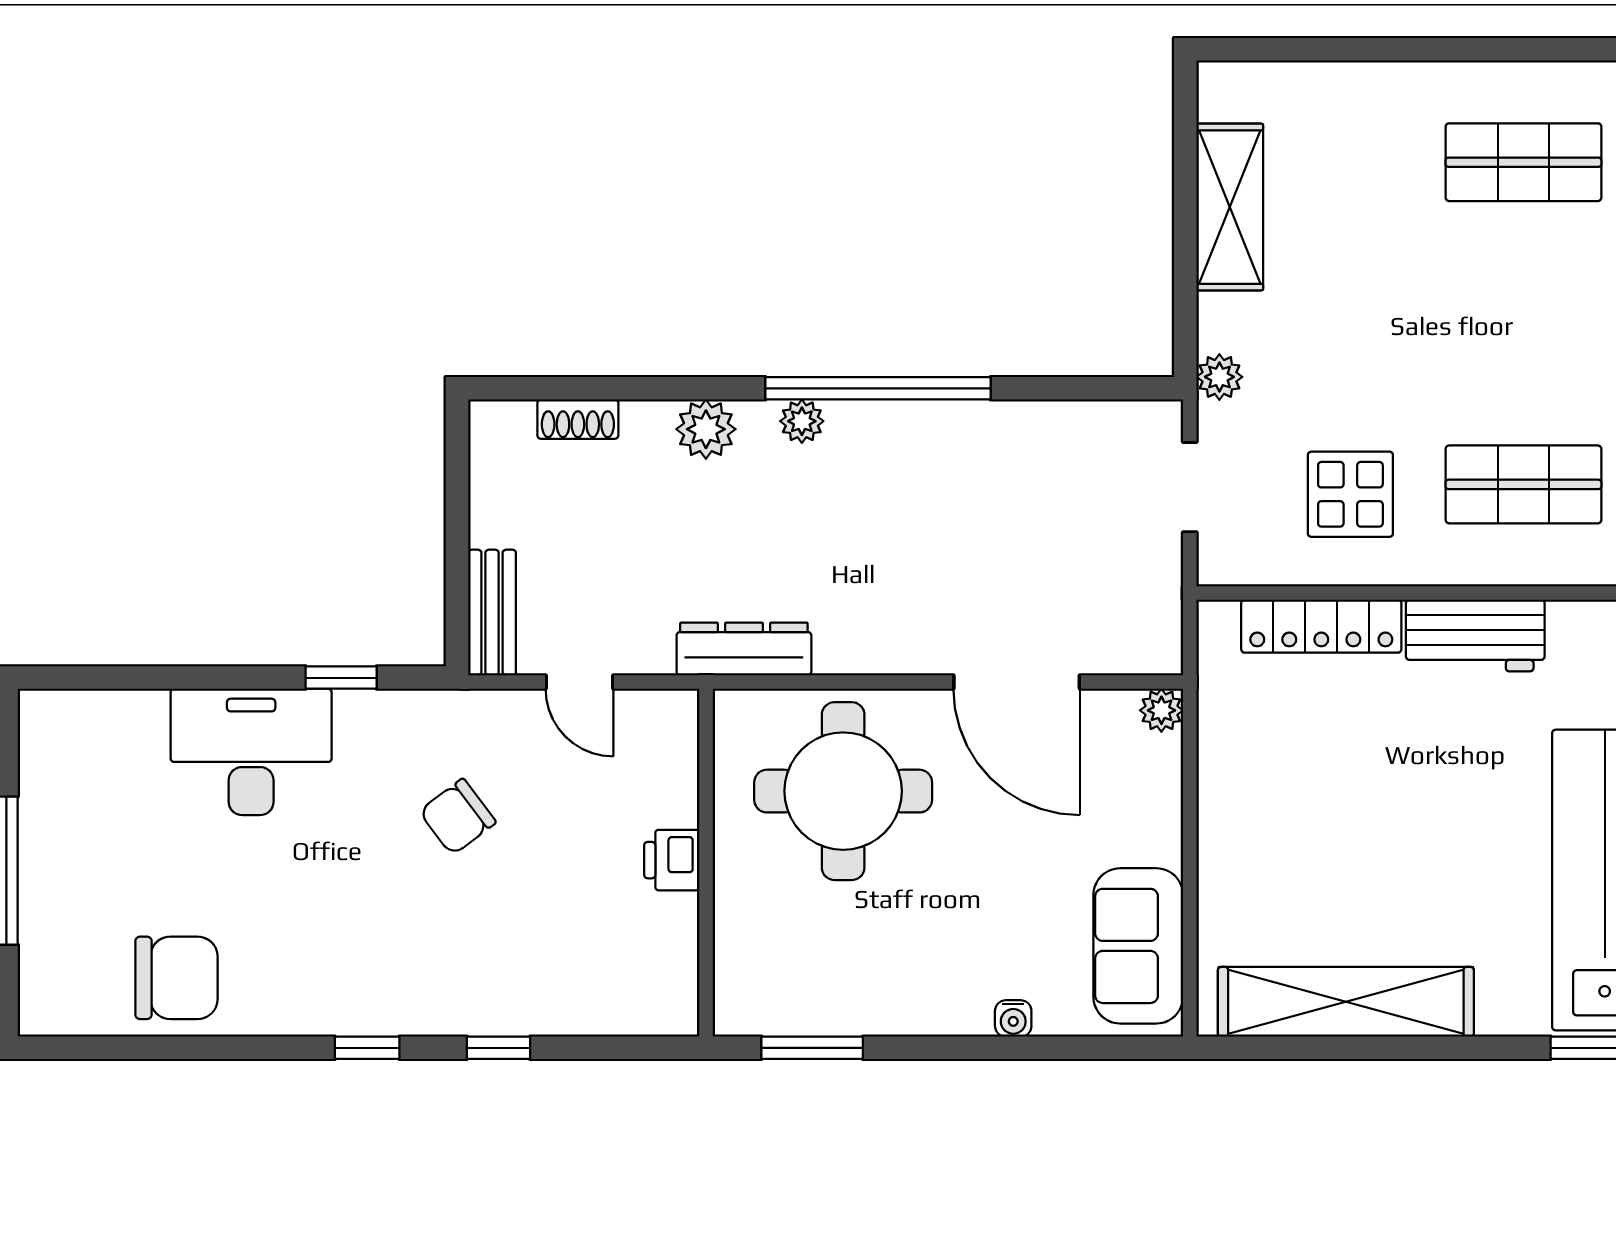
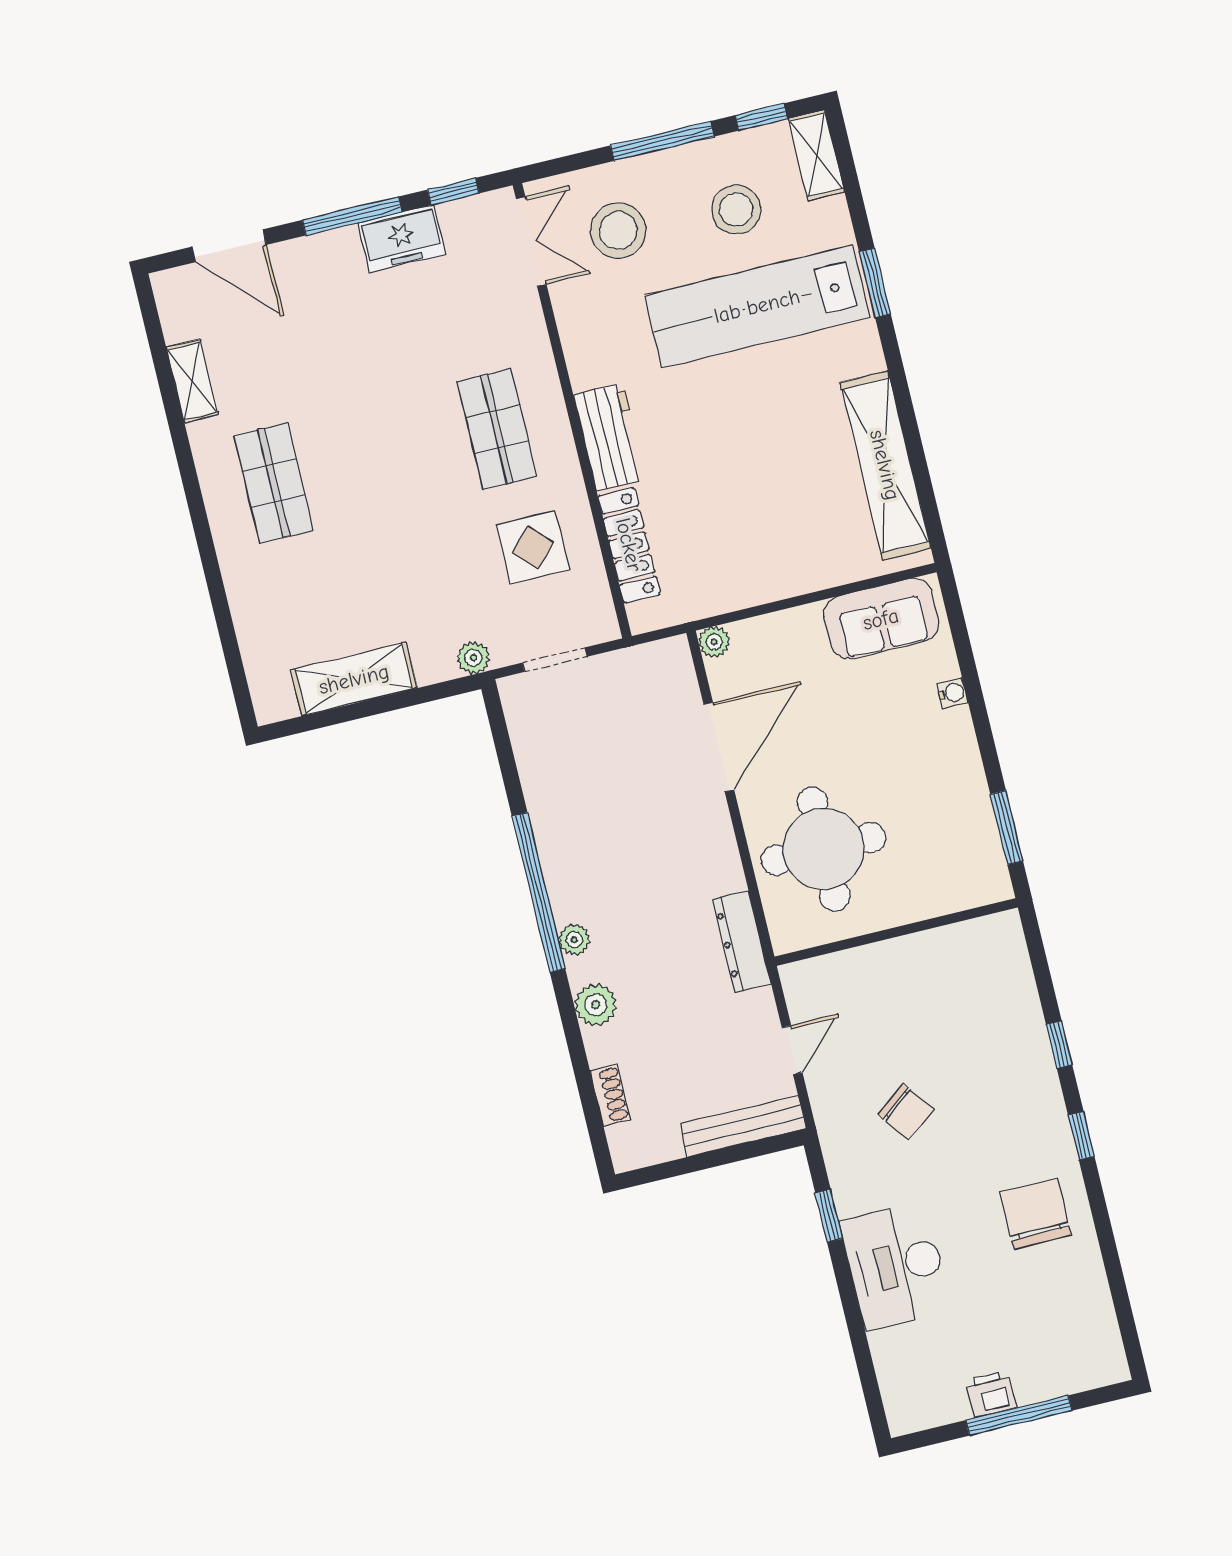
bench: (492, 613) -> (743, 1126), width x1.36
printer: (672, 860) -> (991, 1394), moved, turned 180
chair: (176, 978) -> (1035, 1214), moved

